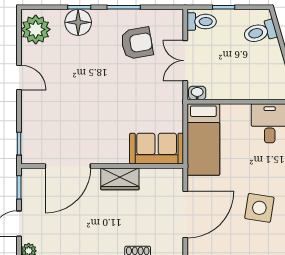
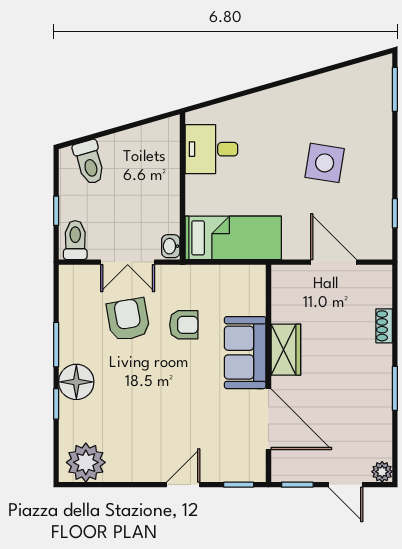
floor lamp: (78, 22) -> (76, 382), moved
armchair: (137, 43) -> (128, 319), moved
door: (19, 77) -> (183, 485), moved
armchair: (138, 103) -> (184, 325), added
sofa: (157, 149) -> (245, 353), moved
door: (185, 215) -> (334, 262), width x0.73

